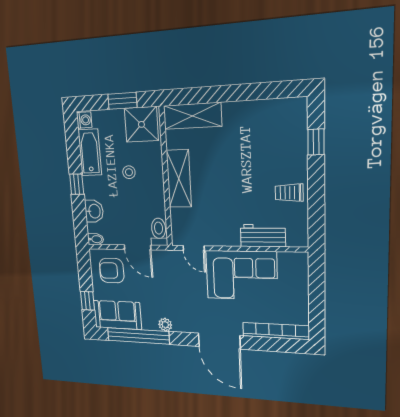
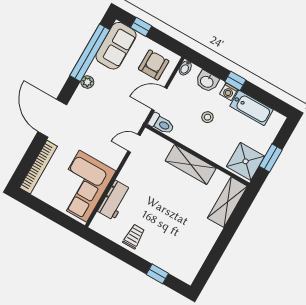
washing machine: (84, 120) -> (229, 92), moved
stool: (129, 172) -> (207, 117), moved
corner sofa: (241, 275) -> (83, 186), moved
door: (219, 341) -> (52, 118), hinge flipped

